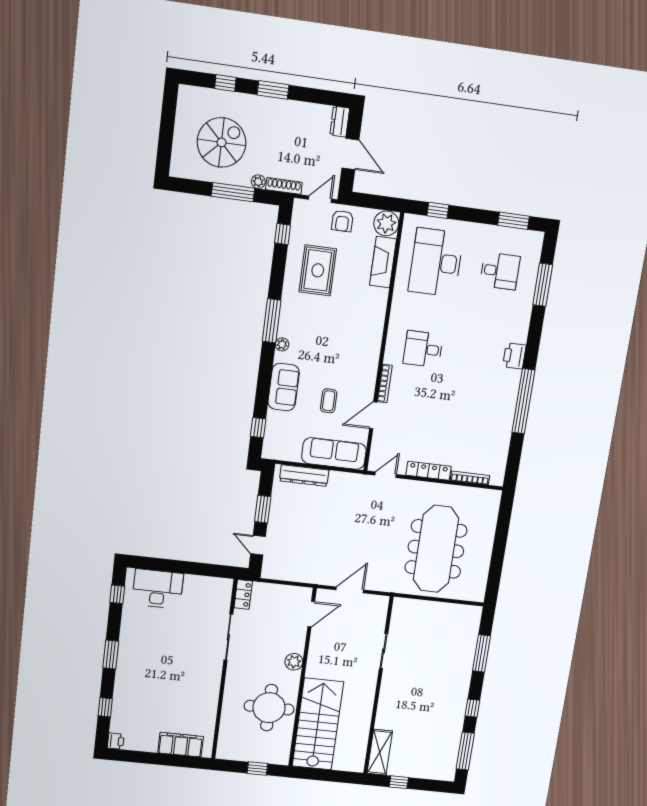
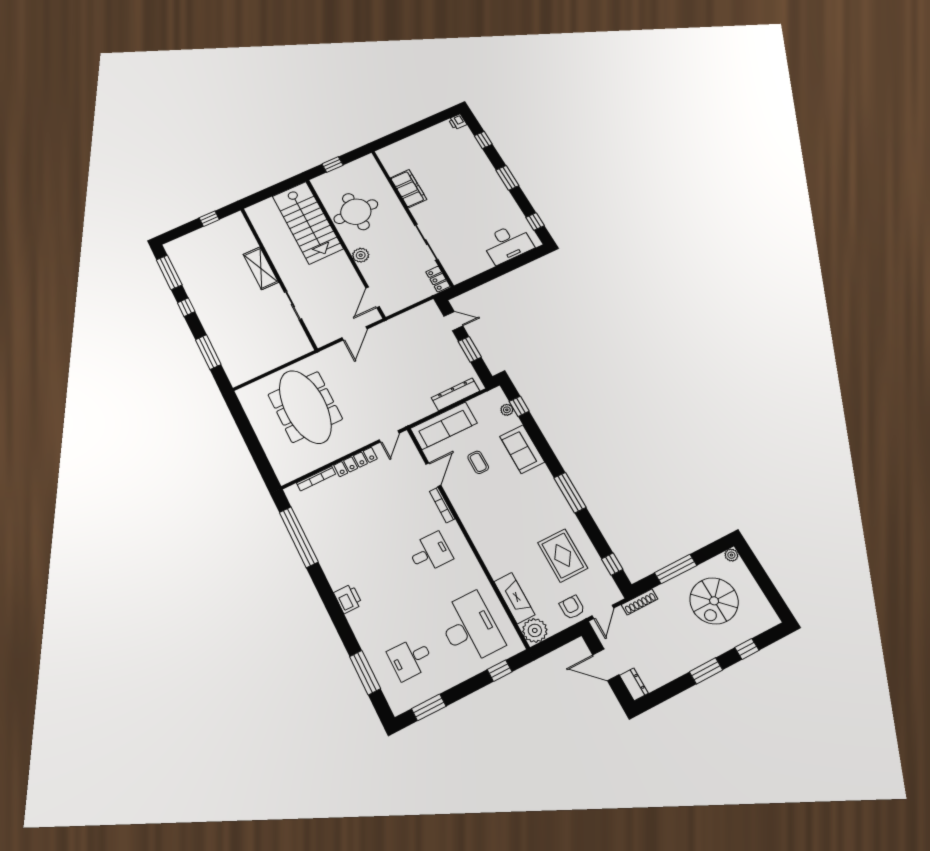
plant: (258, 182) -> (731, 555), moved
plant: (282, 344) -> (507, 410), moved
window: (523, 401) -> (299, 537), moved
filing cabinet: (181, 745) -> (409, 189), moved, turned -90
shelving: (380, 752) -> (261, 268), moved

